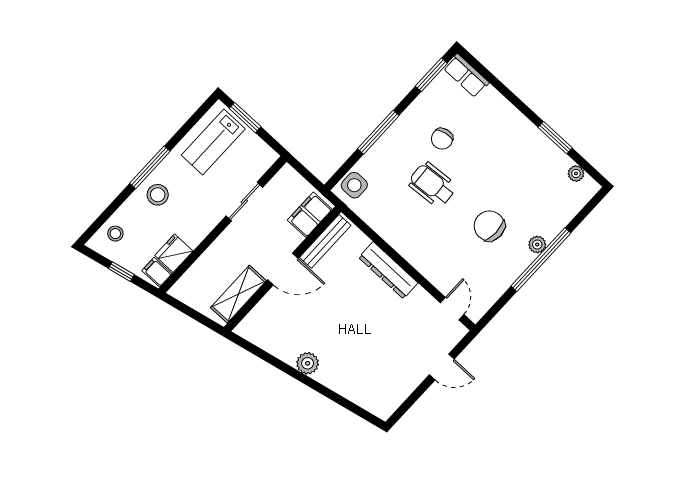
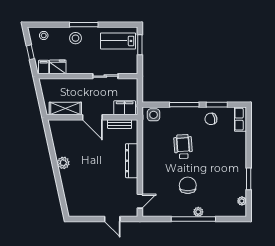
window: (431, 75) -> (217, 105), moved
chair: (442, 139) -> (211, 119), moved
bench: (325, 241) -> (120, 124), width x0.73

